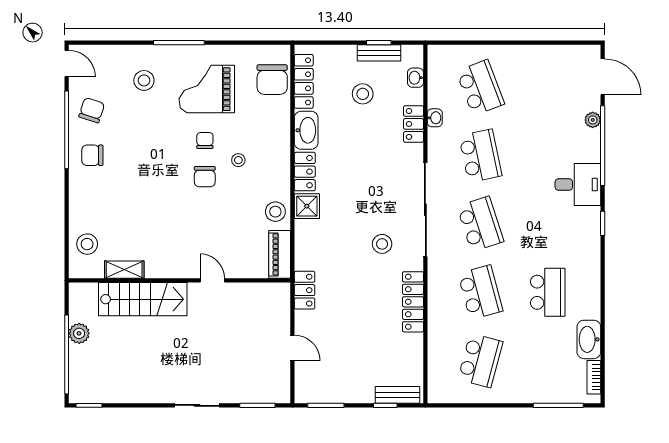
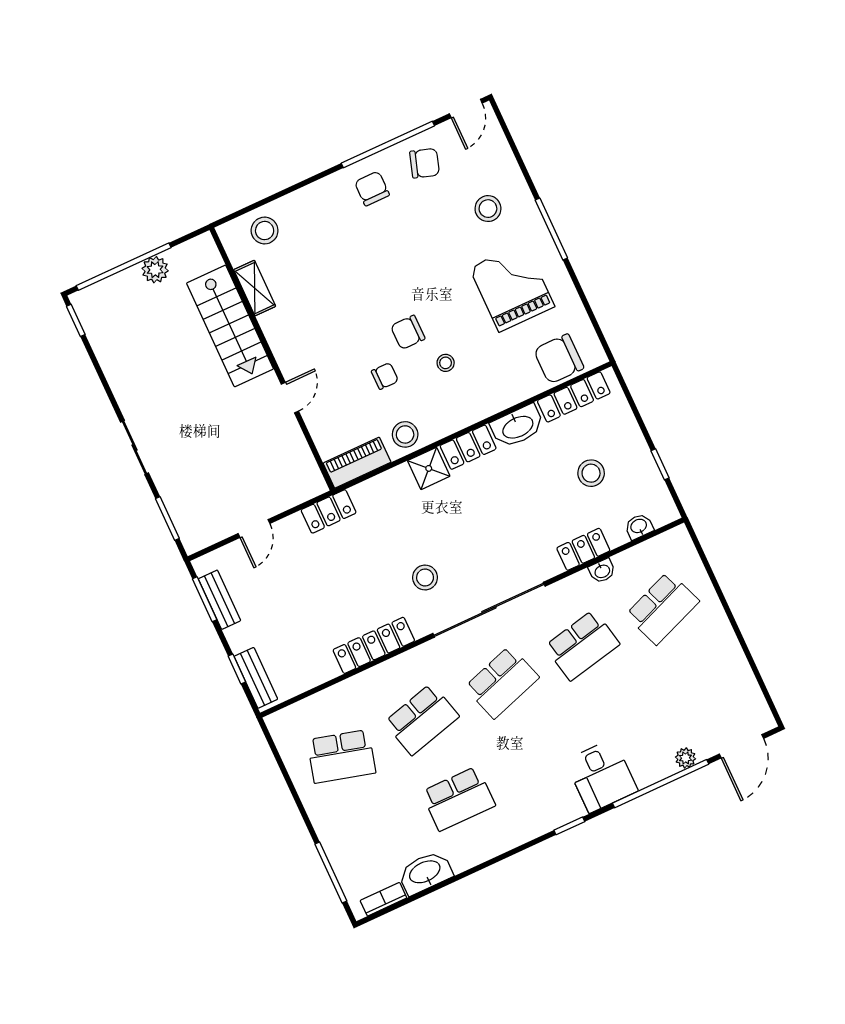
bench: (379, 53) -> (219, 600), moved
chair: (205, 140) -> (385, 376), moved

